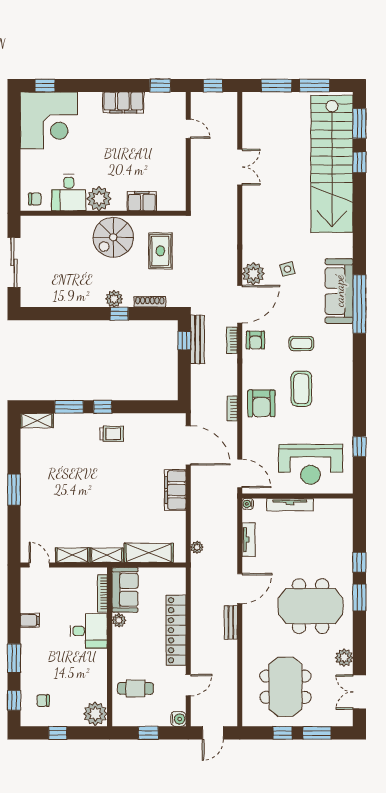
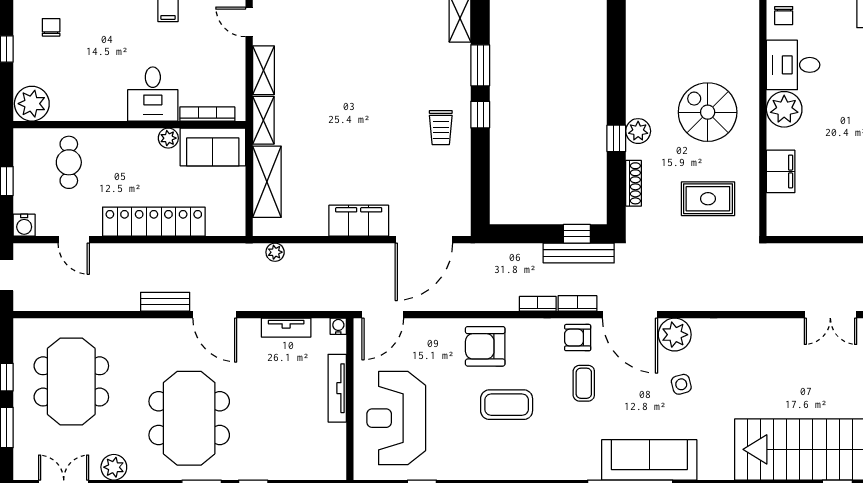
spiral stairs: (113, 237) -> (708, 112), moved
coffee table: (301, 343) -> (584, 383), moved
bookcase: (232, 409) -> (538, 304), moved
door: (39, 565) -> (249, 22), swing flipped
meeting table: (285, 687) -> (71, 381), turned 90

